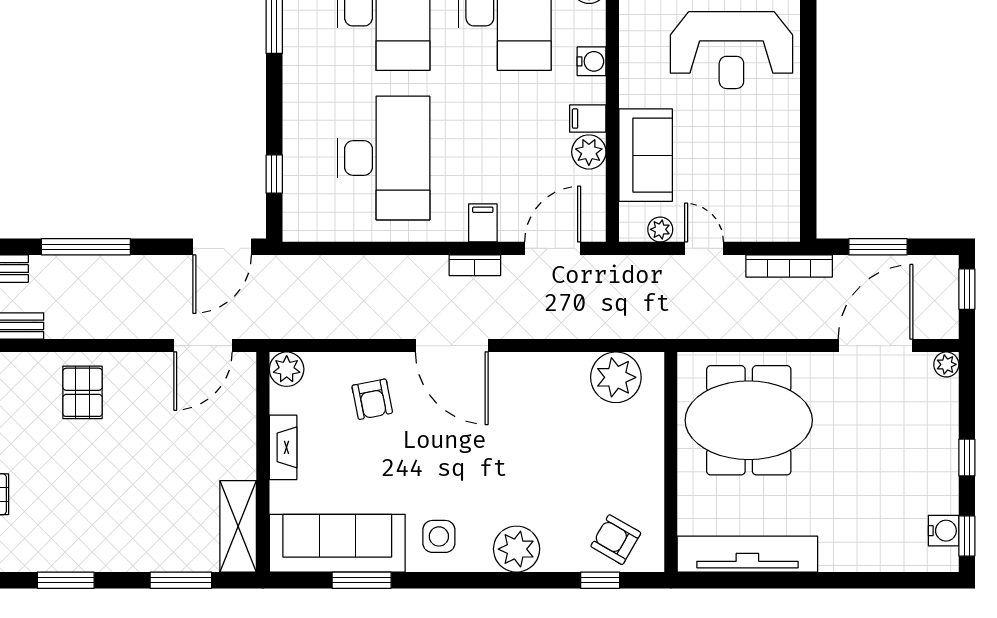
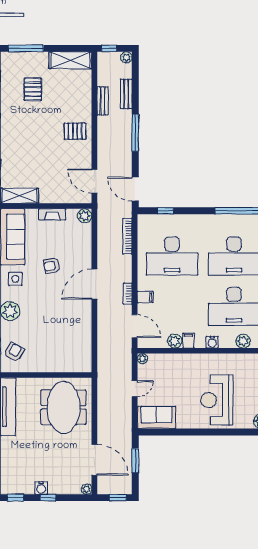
sofa: (646, 155) -> (156, 418), moved, turned 180
plant: (660, 229) -> (142, 359), moved
bookcase: (789, 266) -> (127, 236), moved
plant: (616, 377) -> (81, 352), removed
armchair: (372, 399) -> (52, 266), moved
water cooler: (944, 531) -> (41, 488), moved

